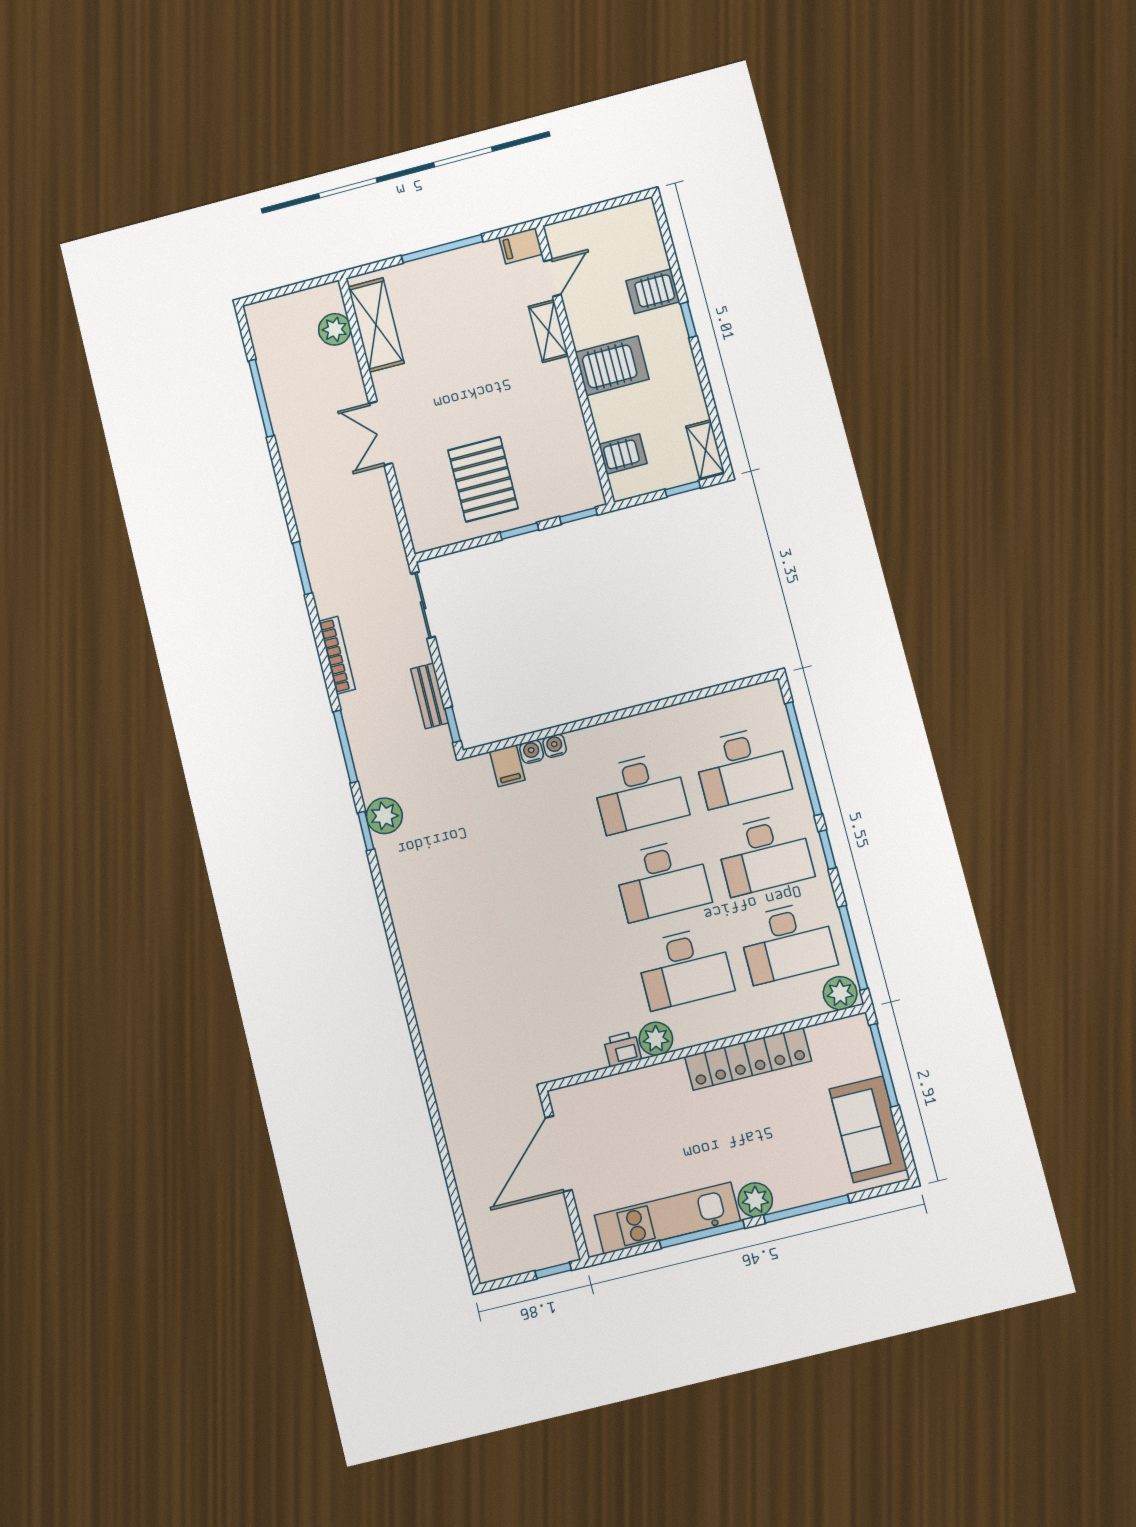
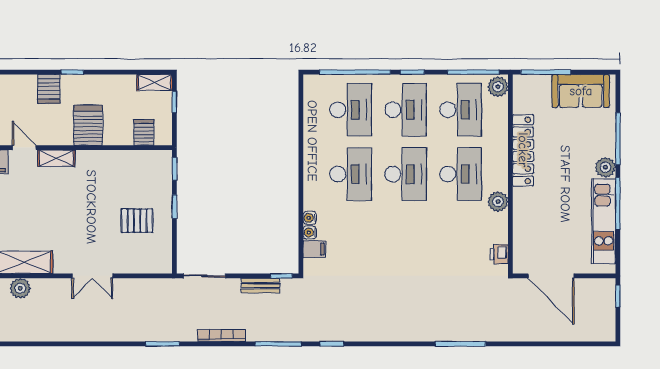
window: (261, 398) -> (460, 344), moved
pallet: (483, 479) -> (137, 221), width x0.67, depth x0.71
plant: (384, 816) -> (326, 330), removed
printer: (622, 1049) -> (499, 254), moved

